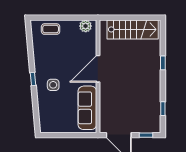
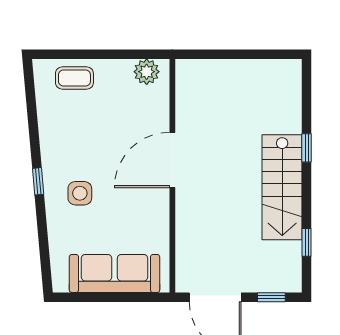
stairs: (133, 29) -> (282, 187), moved, turned 90
sofa: (87, 108) -> (115, 273), moved, turned 90

